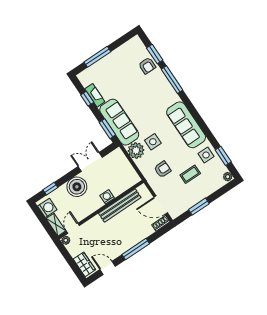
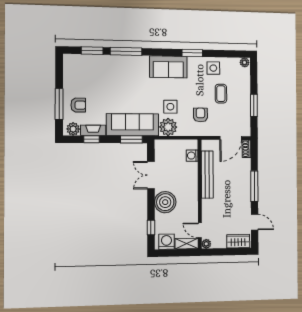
armchair: (147, 66) -> (78, 105), moved
plant: (86, 80) -> (73, 129), added
sofa: (186, 125) -> (168, 67), width x0.73
window: (223, 156) -> (192, 53), moved
washing machine: (107, 197) -> (192, 156), moved
door: (108, 268) -> (255, 222), swing flipped

